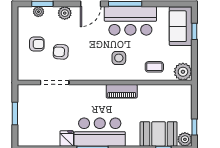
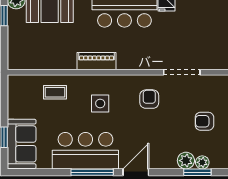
plant: (65, 13) -> (186, 161), moved
armchair: (61, 52) -> (149, 99), moved, turned -93
plant: (183, 72) -> (19, 86), removed

